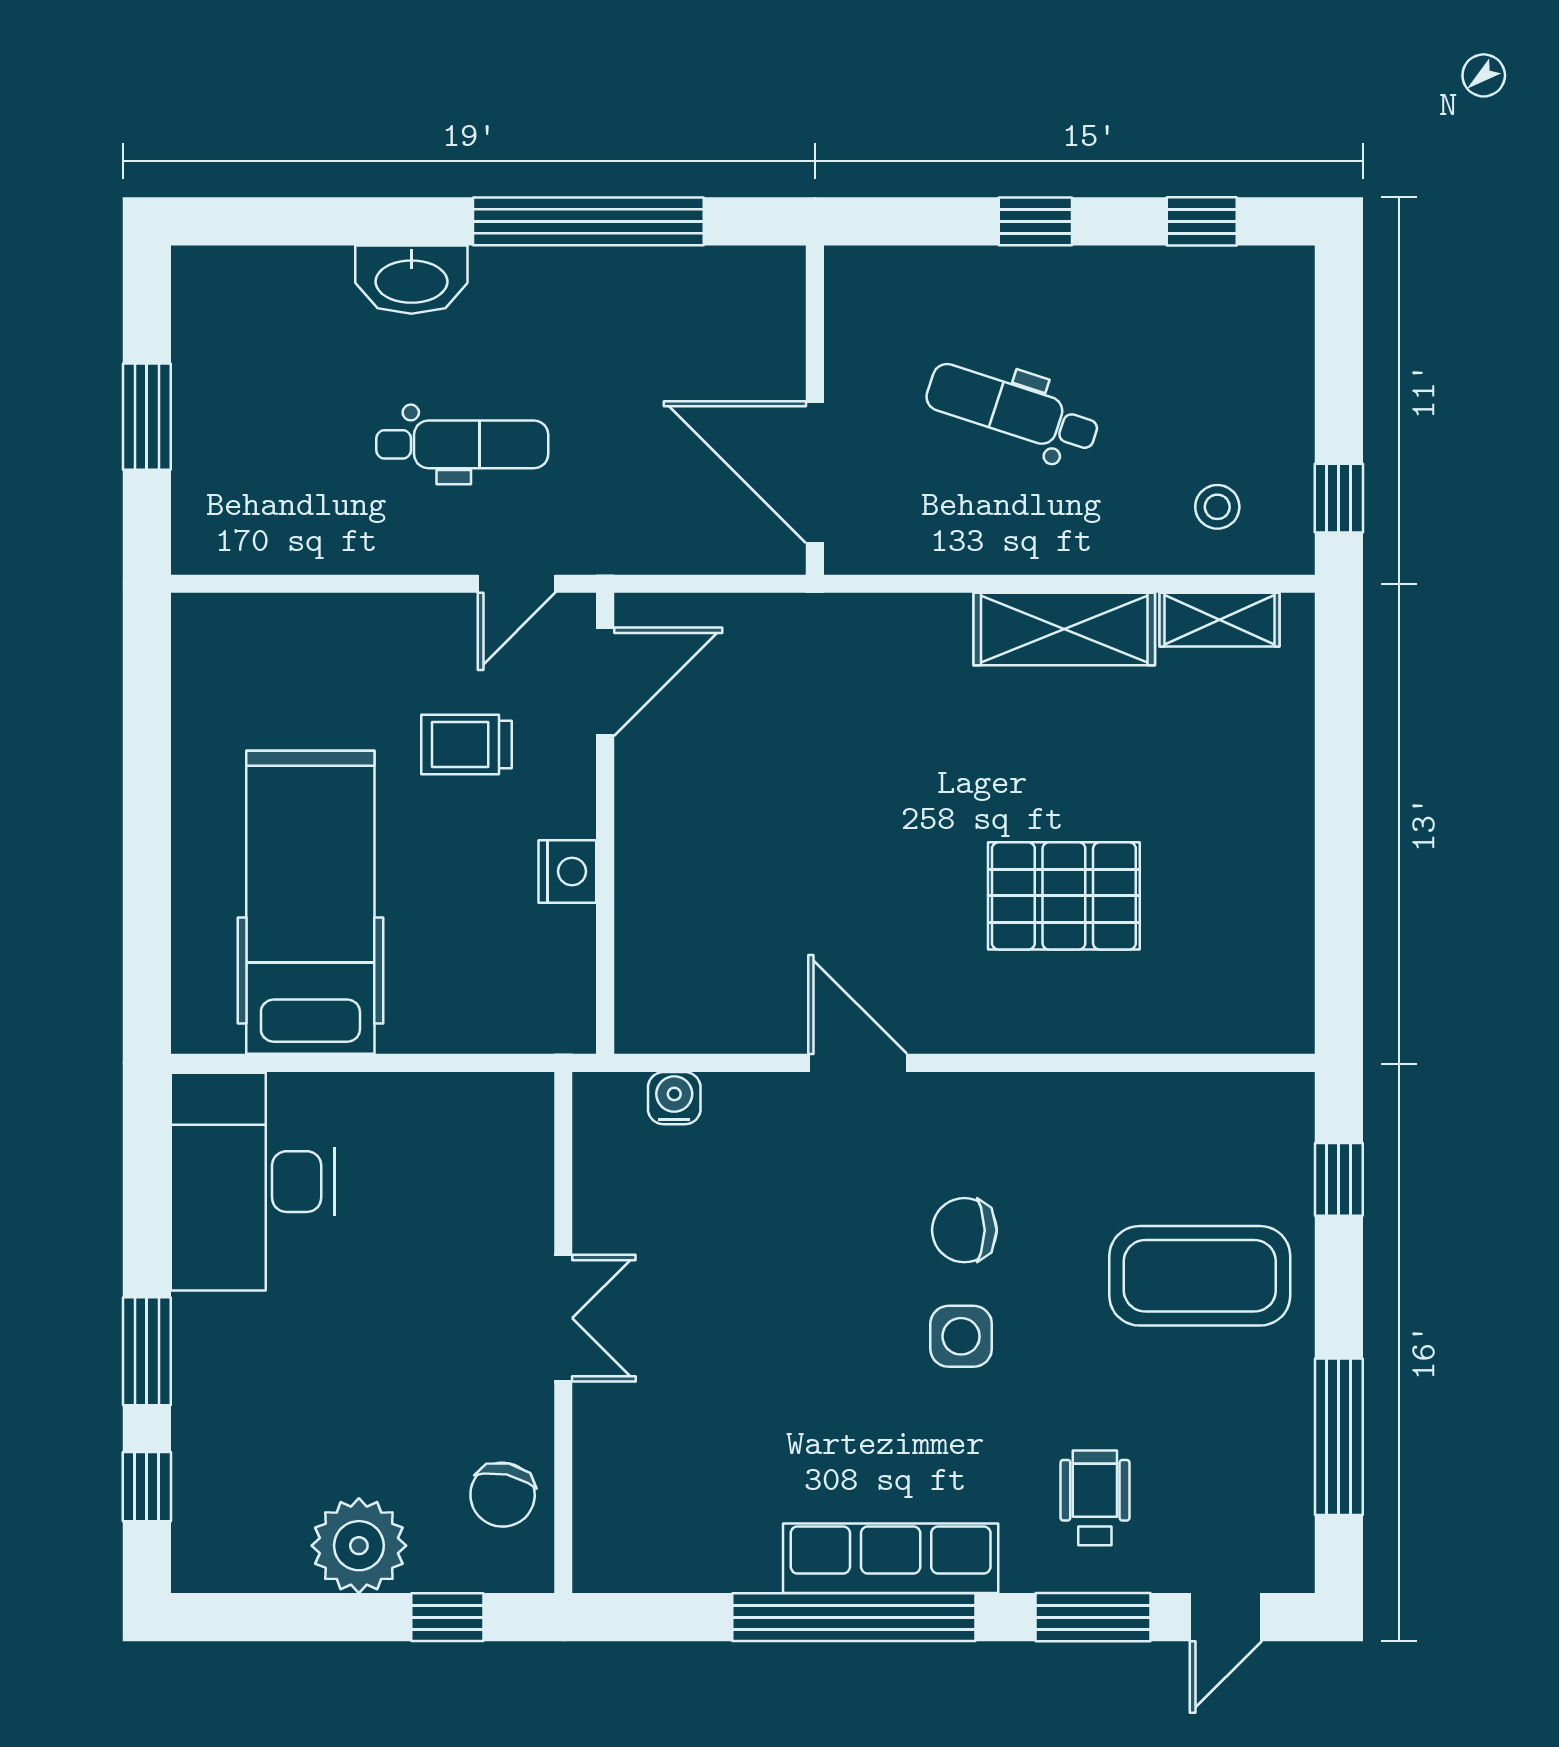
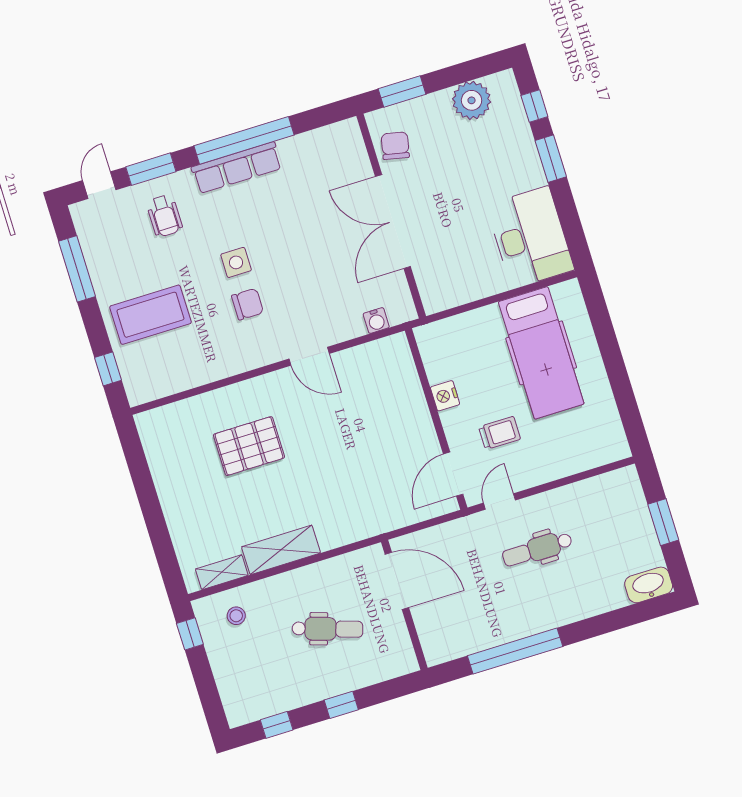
washbasin: (411, 280) -> (649, 585), moved
double door: (563, 1318) -> (393, 222), width x1.87
plant: (359, 1546) -> (472, 100), moved
window: (447, 1617) -> (402, 91), width x1.50

